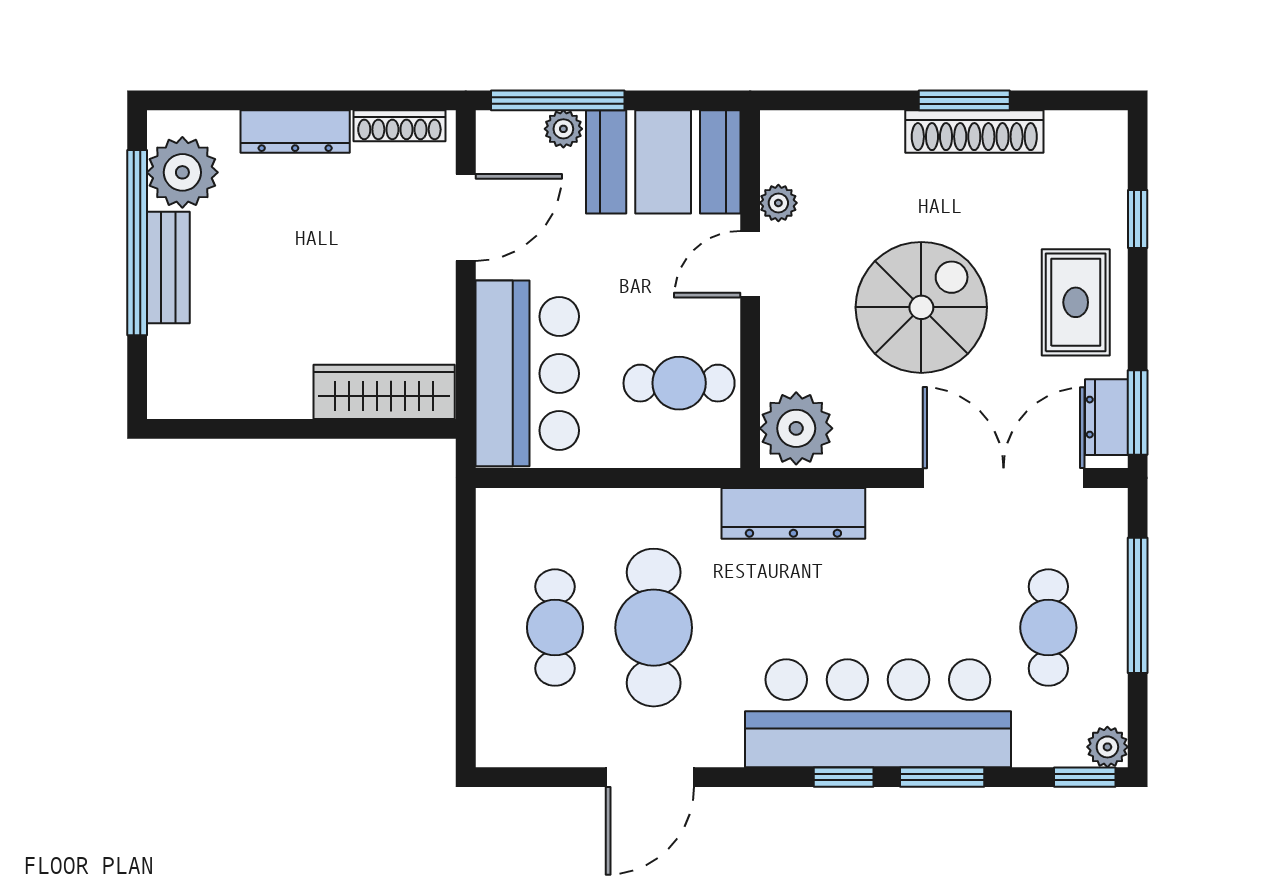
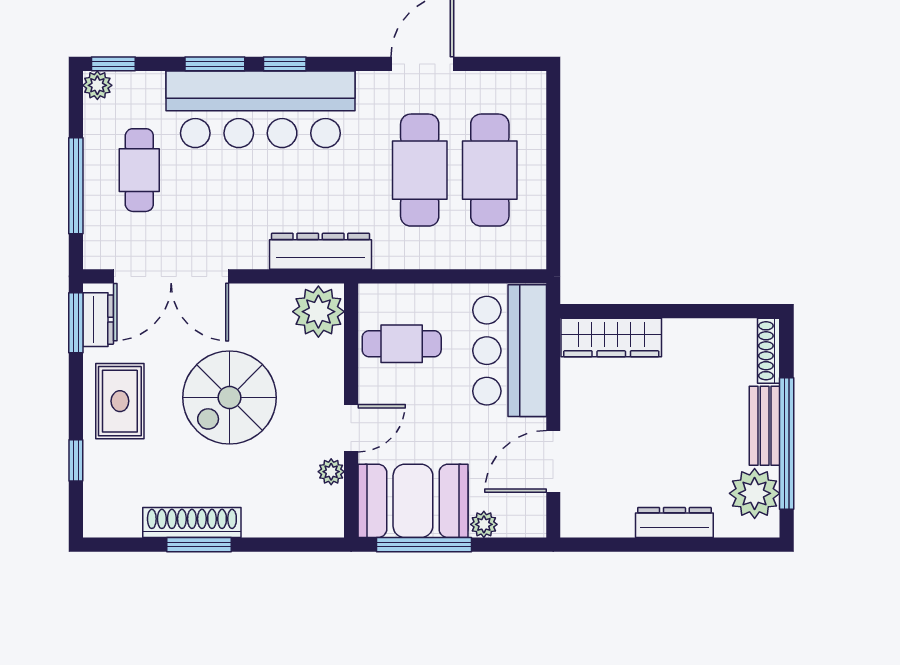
window: (558, 100) -> (424, 545), moved
shoe rack: (399, 126) -> (769, 351), moved, turned -90
cafe table: (555, 628) -> (490, 170), width x1.37, depth x1.35

